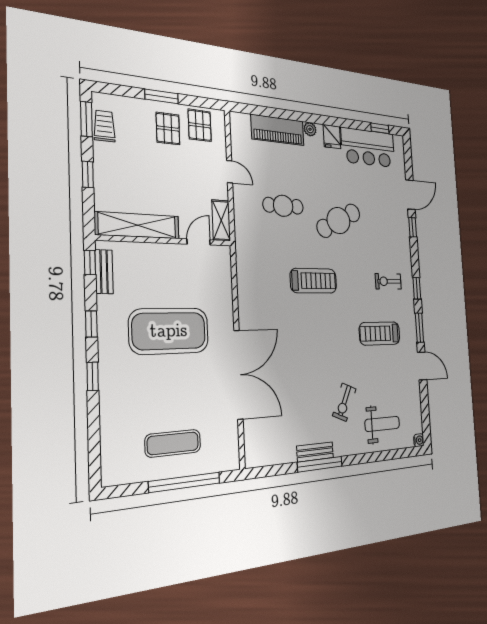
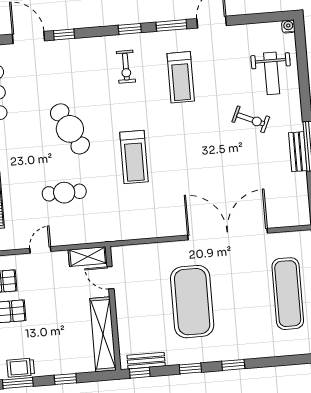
cafe table: (283, 206) -> (64, 193), turned 90
treadmill: (313, 281) -> (134, 157), turned 180
weight bench: (382, 424) -> (272, 73), turned 180
exercise mat: (173, 443) -> (288, 294), width x1.36, depth x1.45

